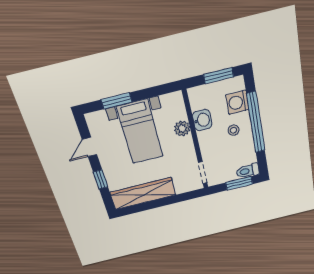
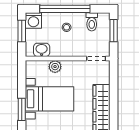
washing machine: (237, 102) -> (33, 20), moved
washbasin: (202, 120) -> (42, 50), moved
toilet: (248, 171) -> (92, 22), moved

